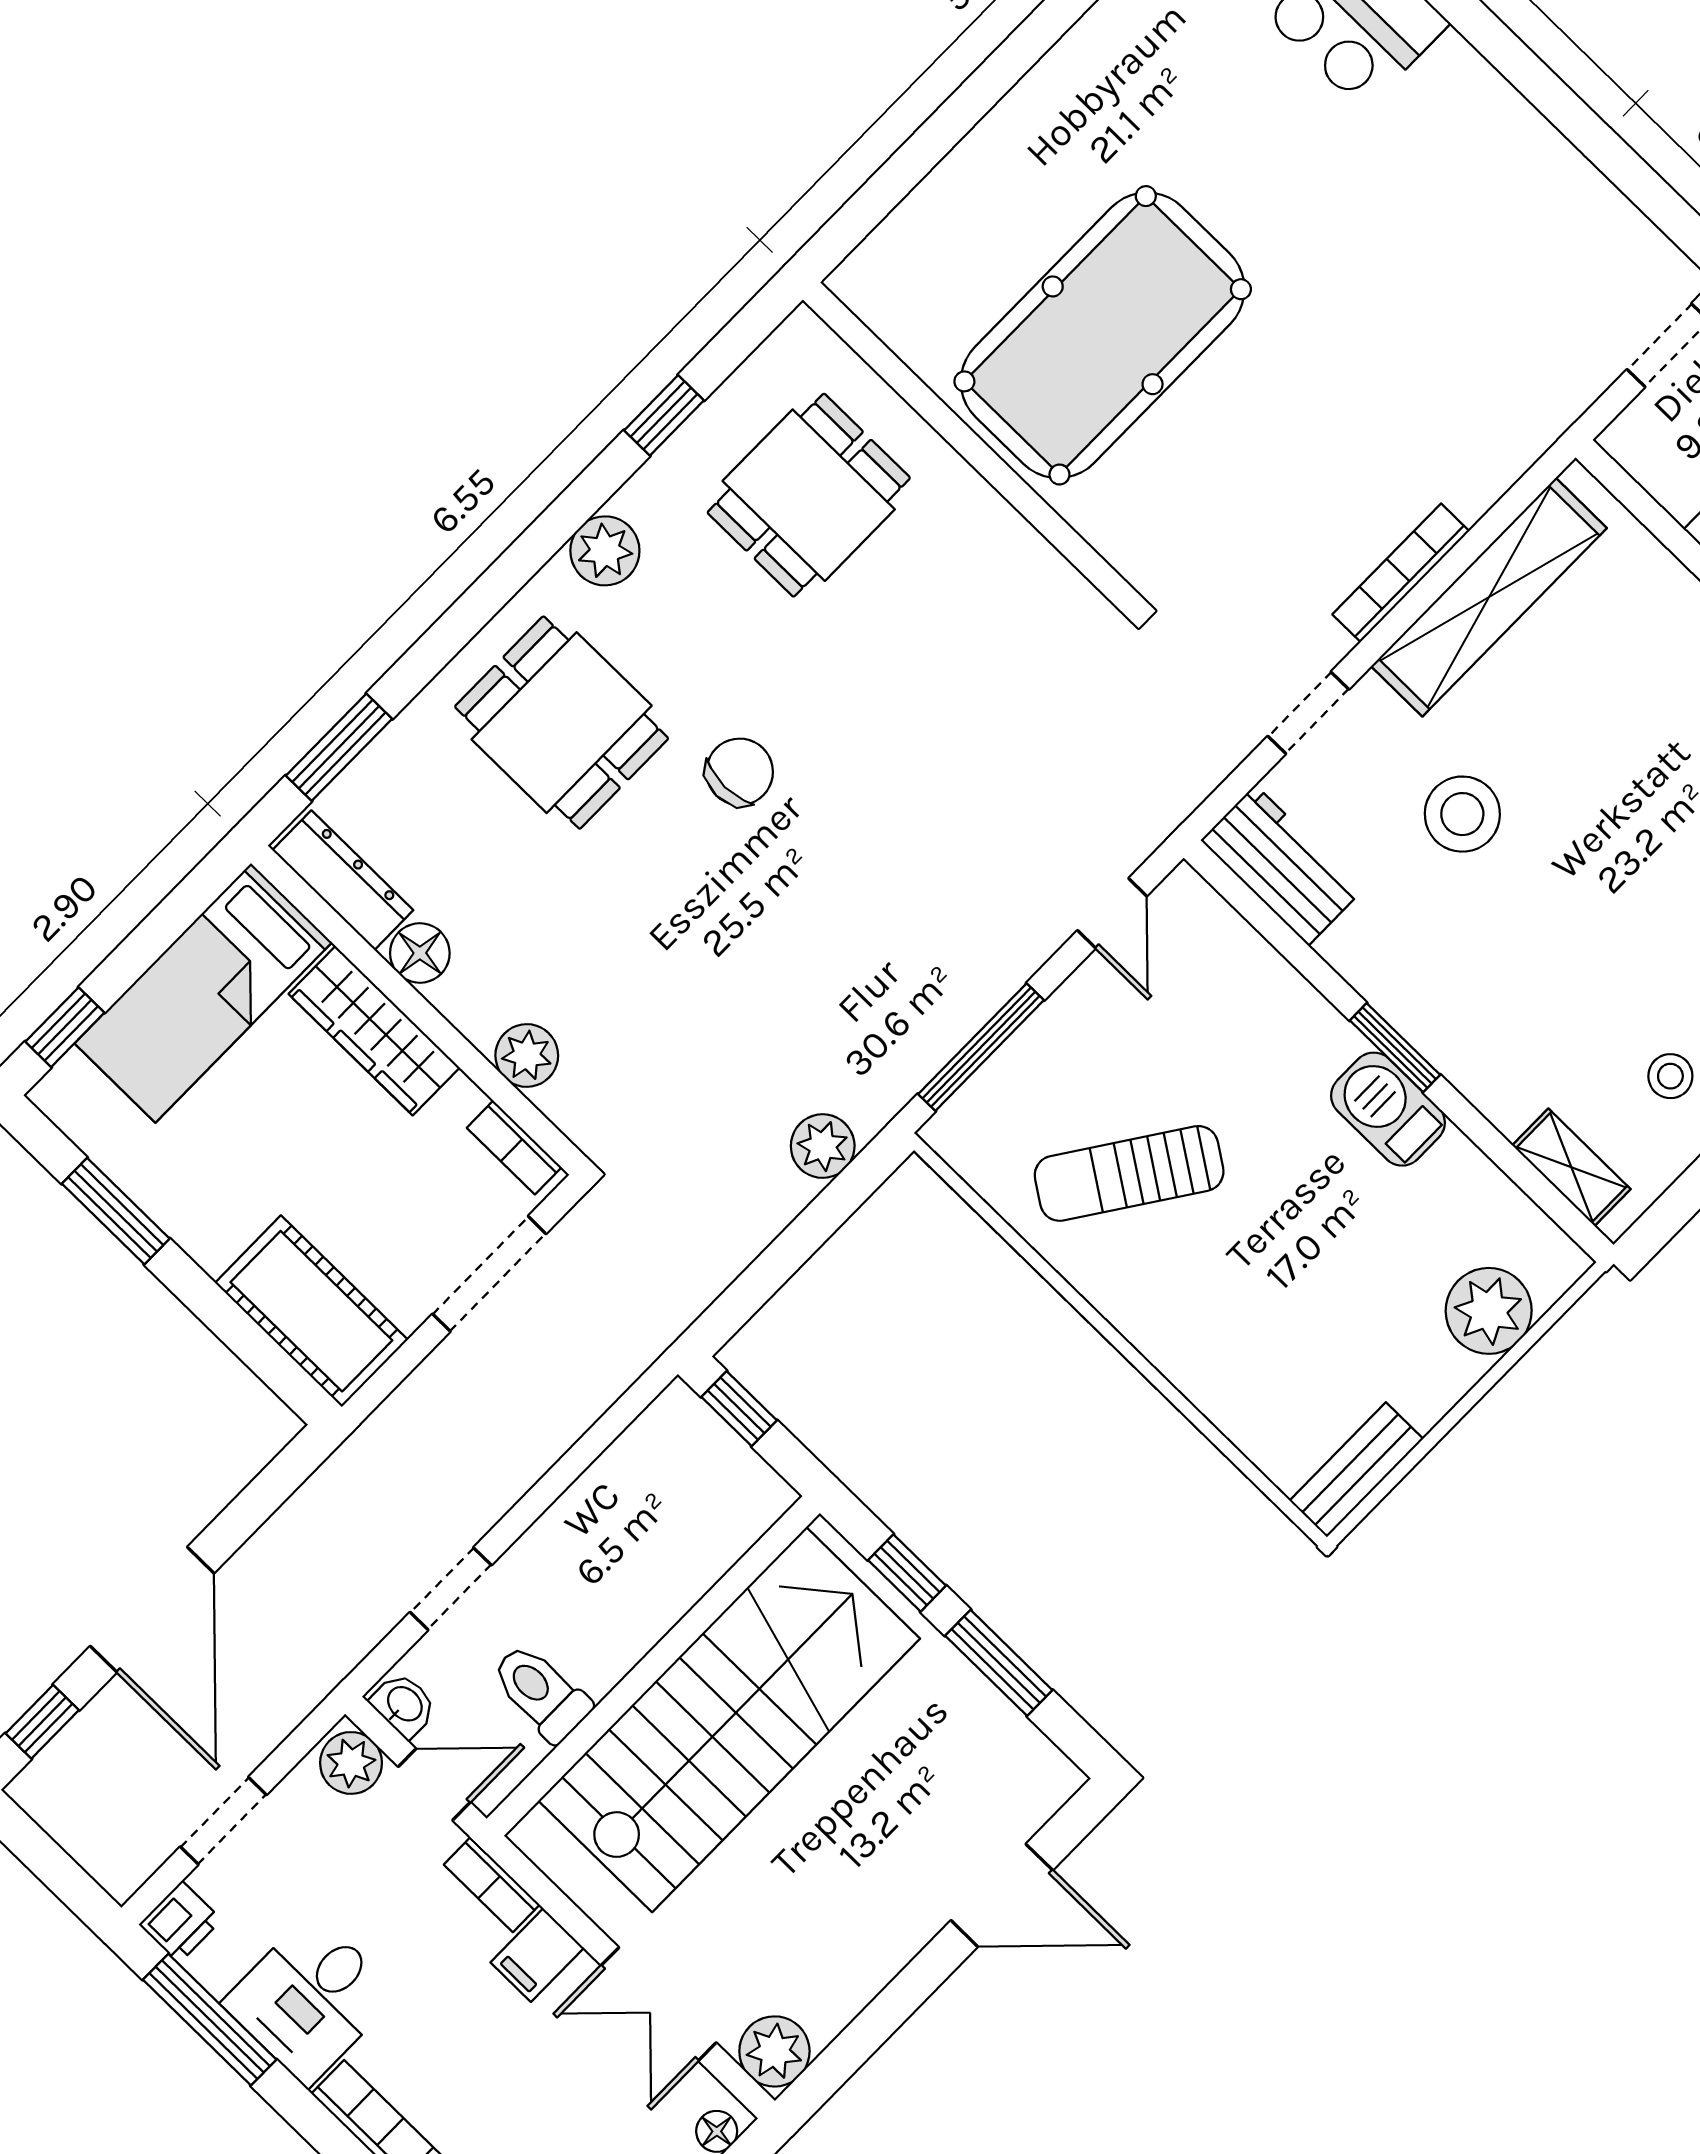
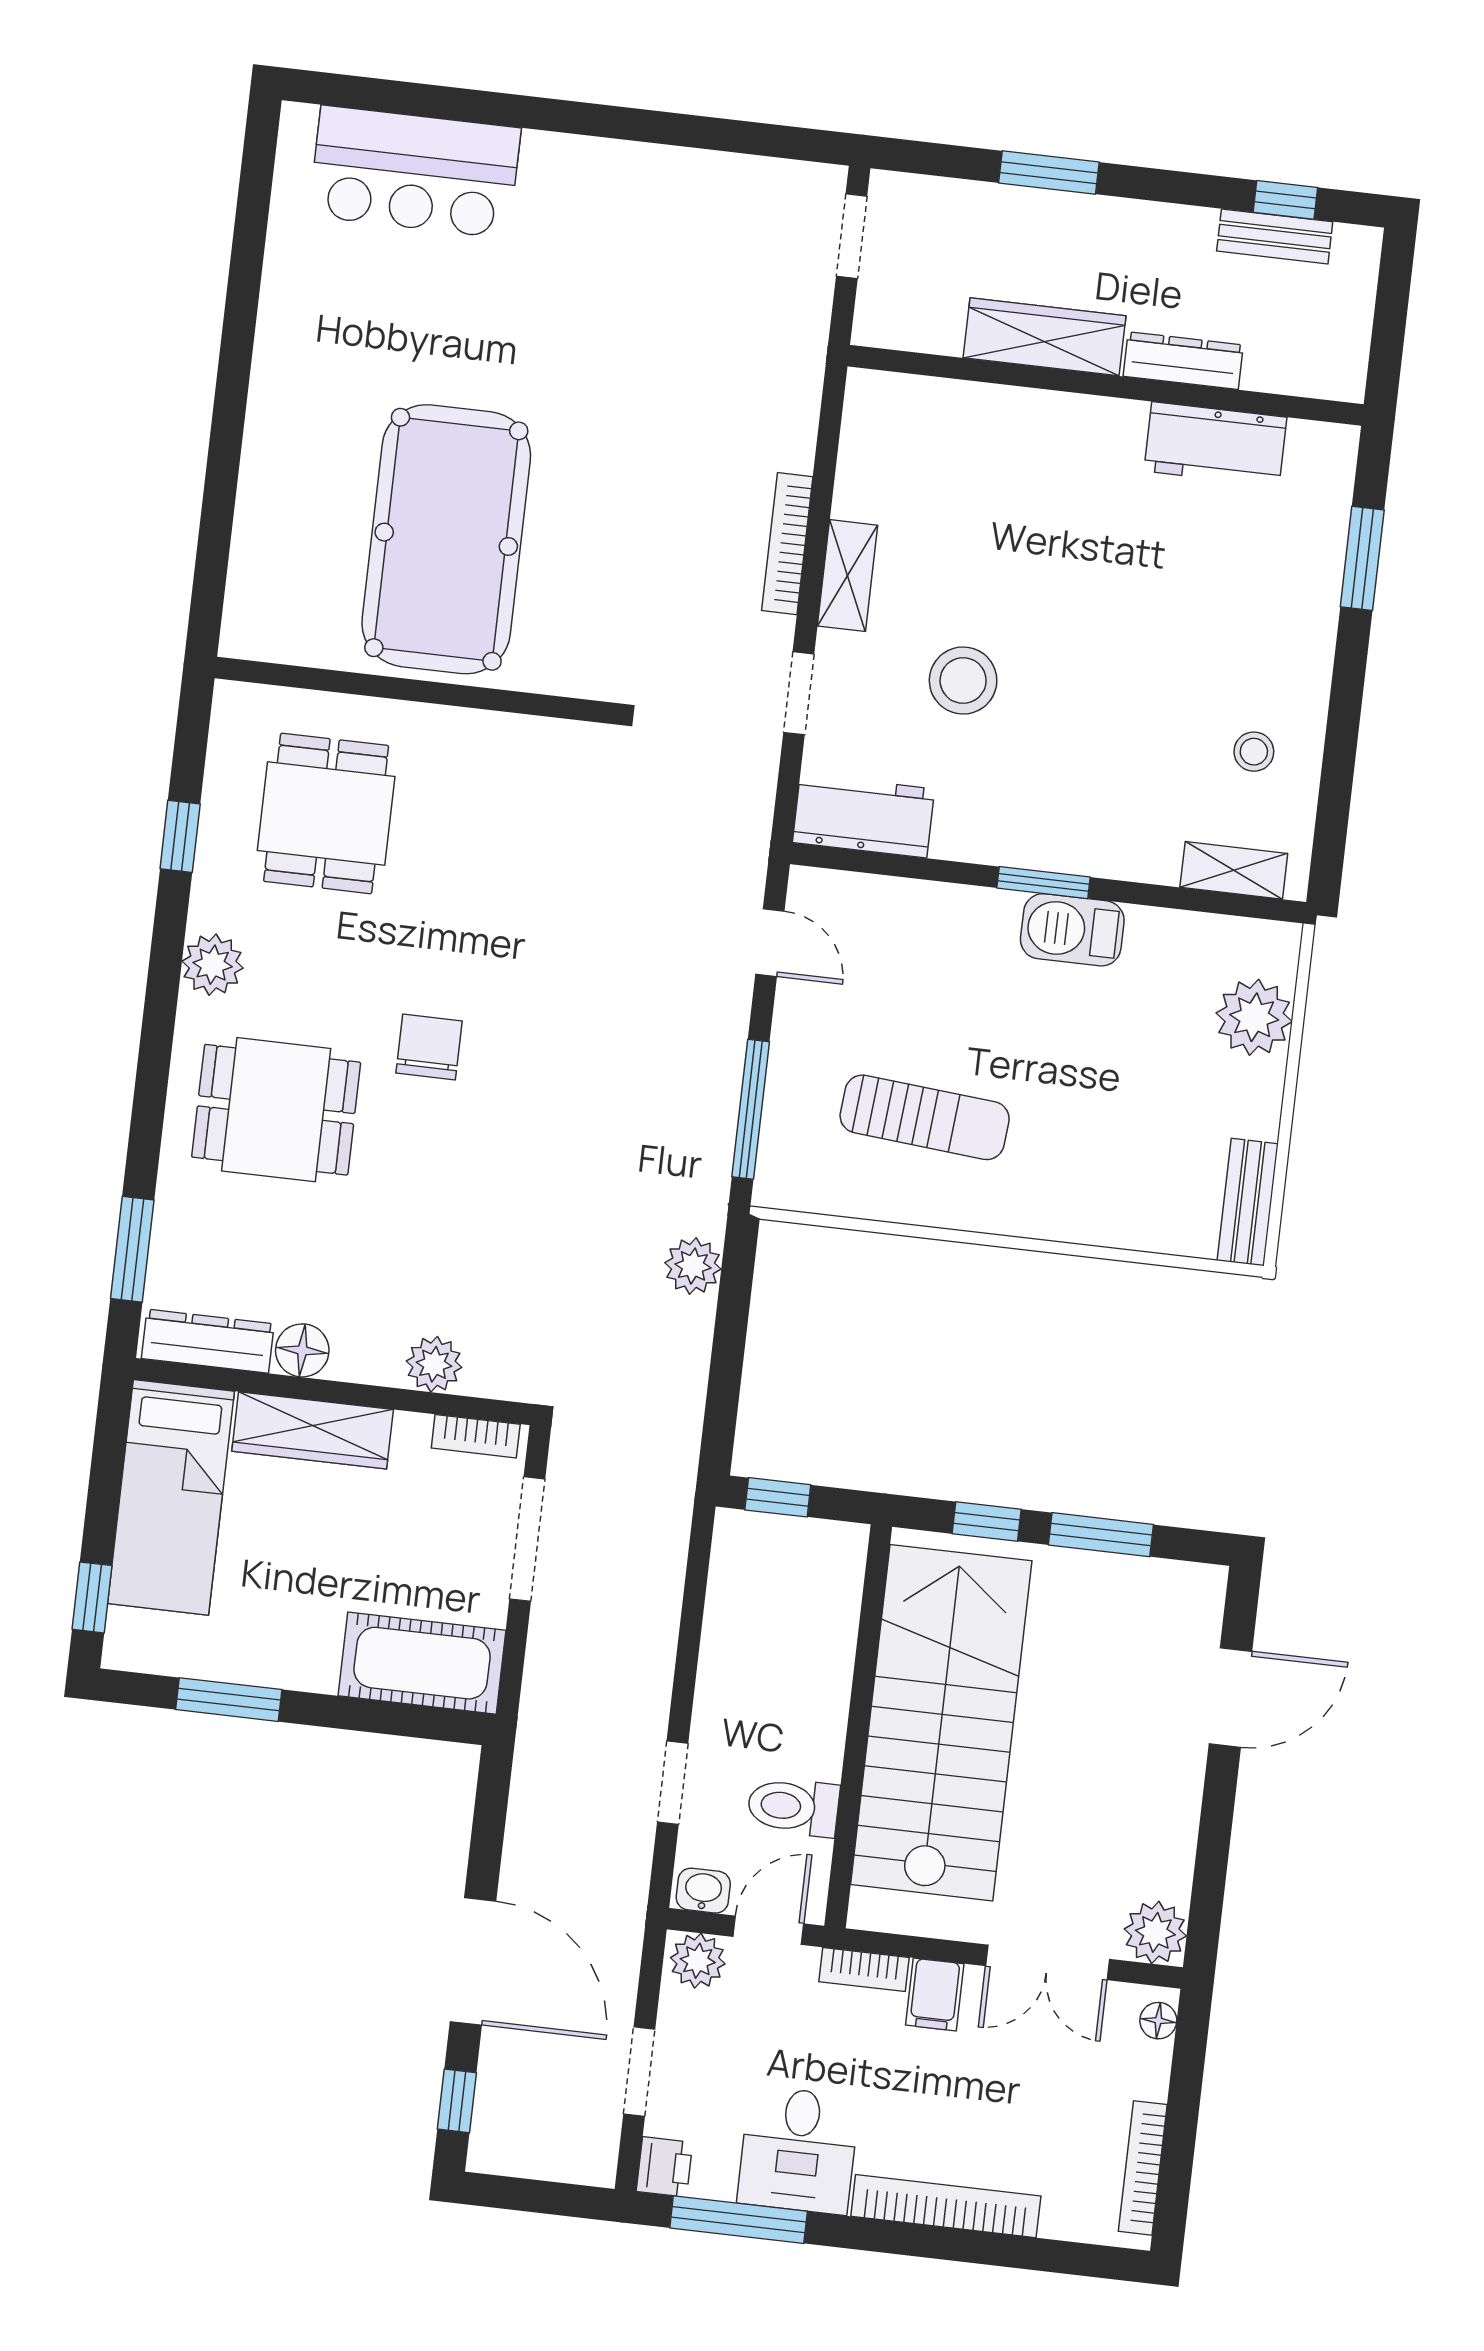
shelving: (1489, 597) -> (847, 576), width x0.45, depth x0.75
sun lounger: (1129, 1173) -> (925, 1117), turned -119

